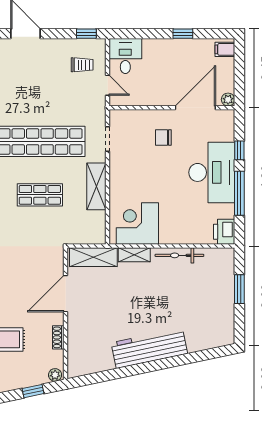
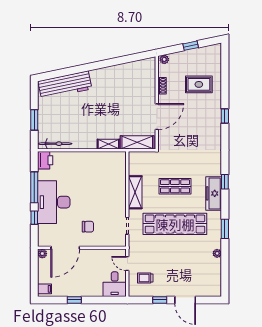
window: (86, 34) -> (160, 300), moved
corner desk: (137, 223) -> (106, 166), removed
bicycle: (179, 255) -> (55, 144), moved
workbench: (149, 348) -> (65, 85), moved
window: (33, 391) -> (191, 46), moved

